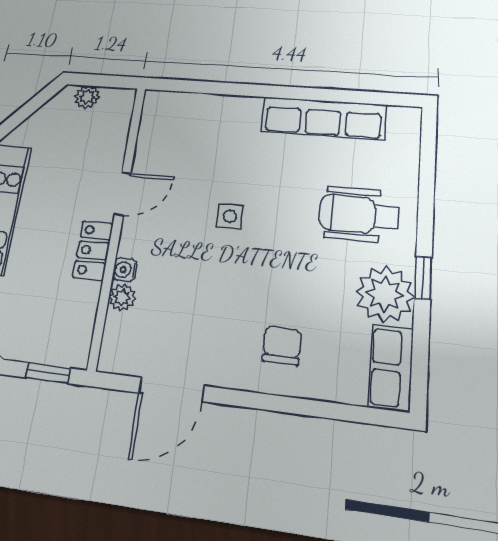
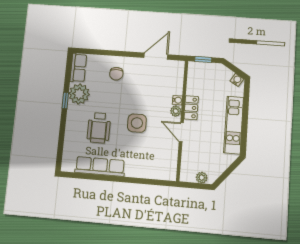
door: (123, 194) -> (181, 132), hinge flipped
wheelchair: (359, 214) -> (99, 128), moved, turned 90
side table: (230, 216) -> (137, 123), width x1.87, depth x1.87
plant: (122, 297) -> (176, 111), moved

